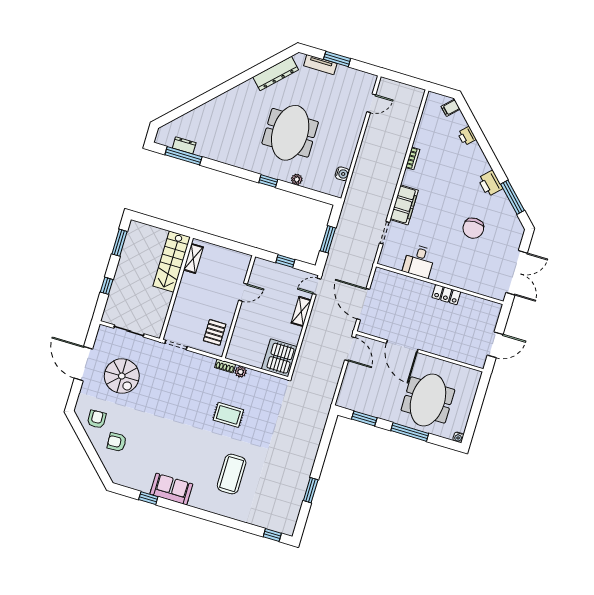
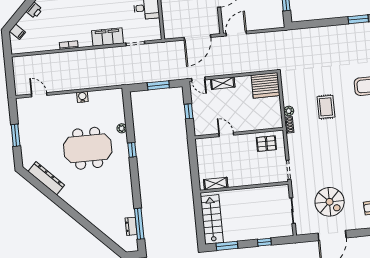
tv unit: (320, 65) -> (25, 146), removed
water cooler: (342, 174) -> (82, 97), moved
stairs: (172, 262) -> (212, 219), moved, turned -90
spiral stairs: (122, 376) -> (330, 202), turned 90

